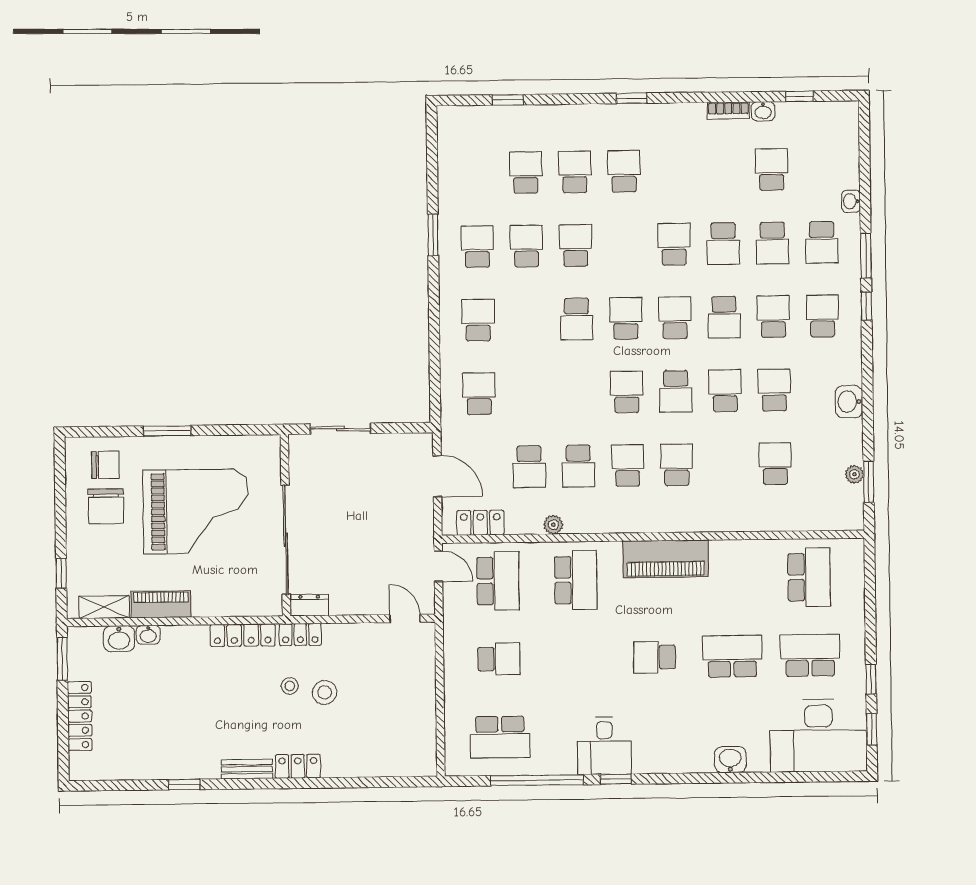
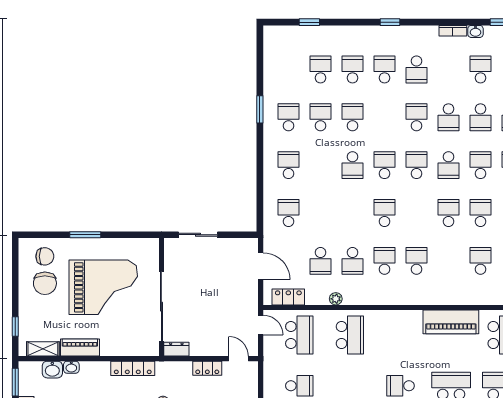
school desk: (676, 391) -> (417, 69), moved
piano: (666, 559) -> (451, 322), moved
locker: (300, 634) -> (207, 368), moved

